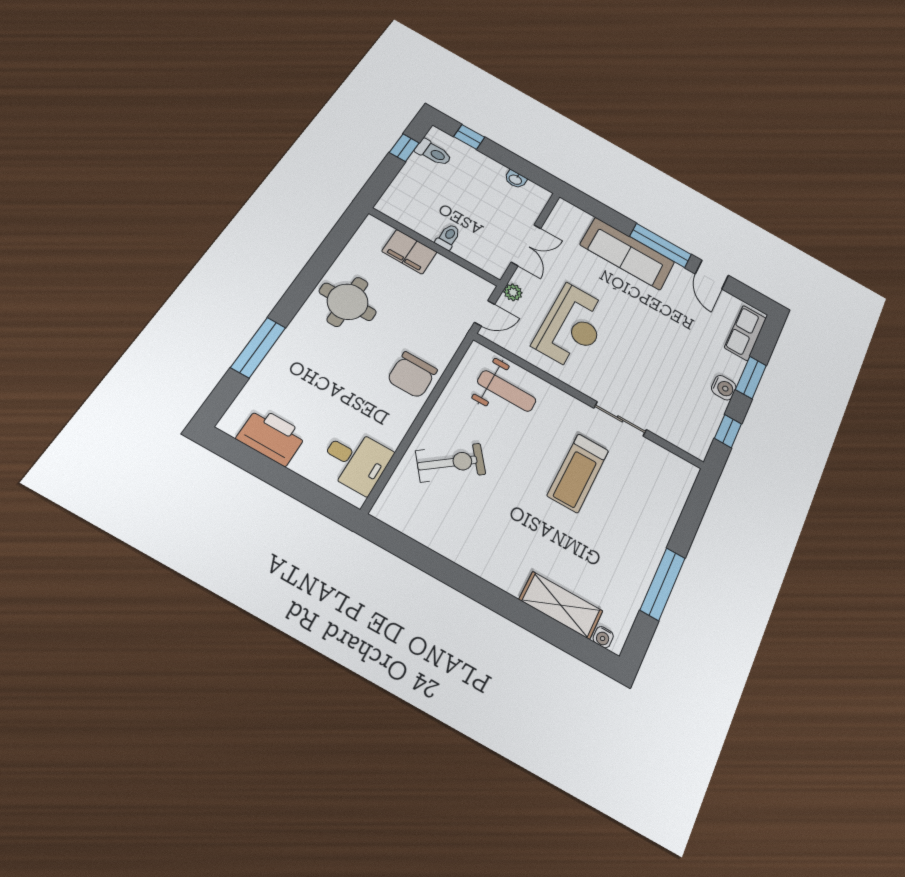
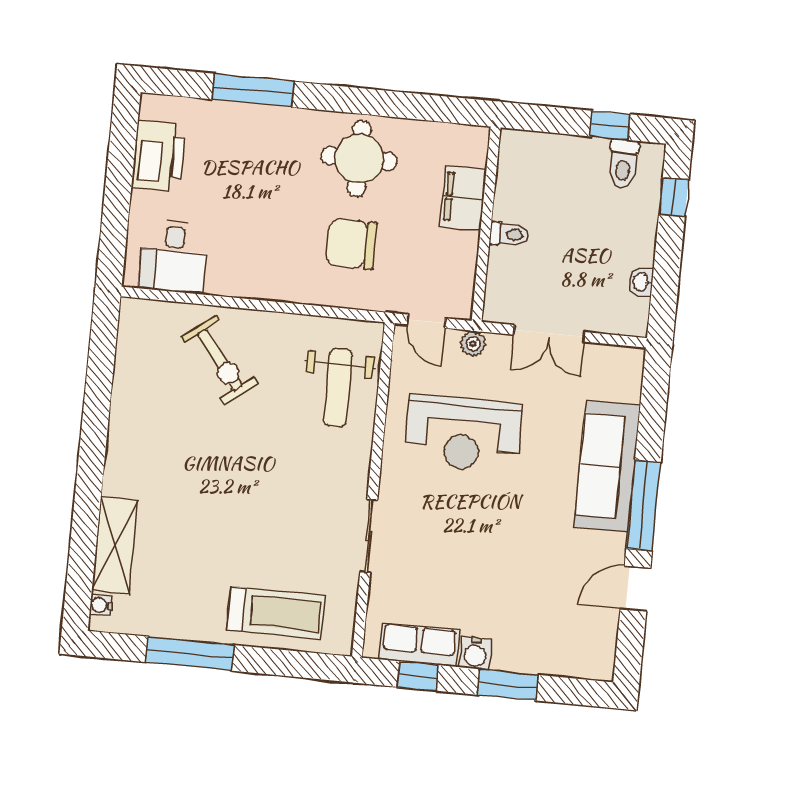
row of seats: (745, 333) -> (419, 645), moved
chair: (412, 375) -> (351, 244), moved
treadmill: (578, 473) -> (276, 613), moved, turned 180

